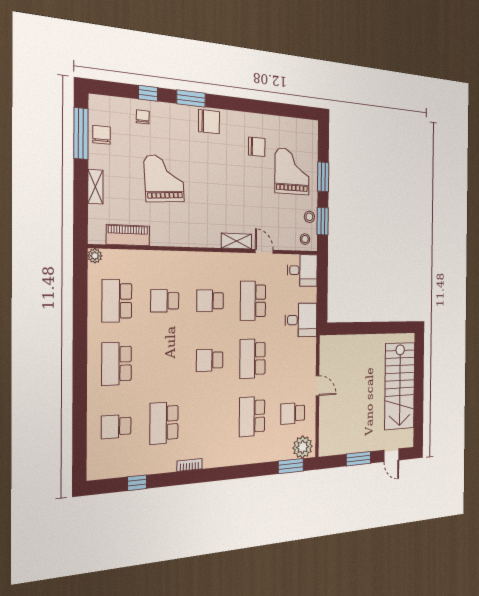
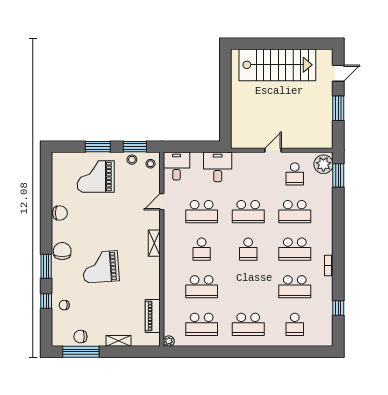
chair: (257, 147) -> (60, 213), moved, turned 90
grand piano: (164, 178) -> (101, 267), moved
shelving: (237, 241) -> (154, 243), moved
school desk: (165, 301) -> (202, 287), width x1.85
school desk: (209, 420) -> (295, 249), added

